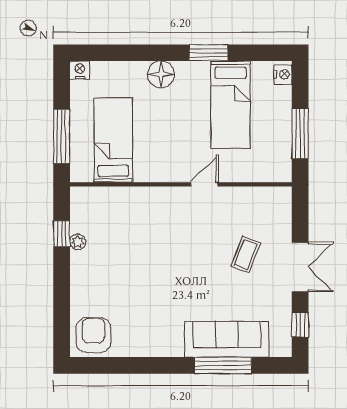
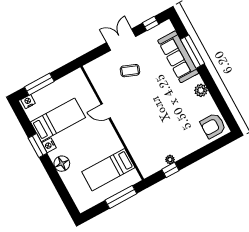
nightstand: (80, 70) -> (49, 145), moved
window: (300, 134) -> (39, 84), moved
plant: (157, 346) -> (201, 90), added

